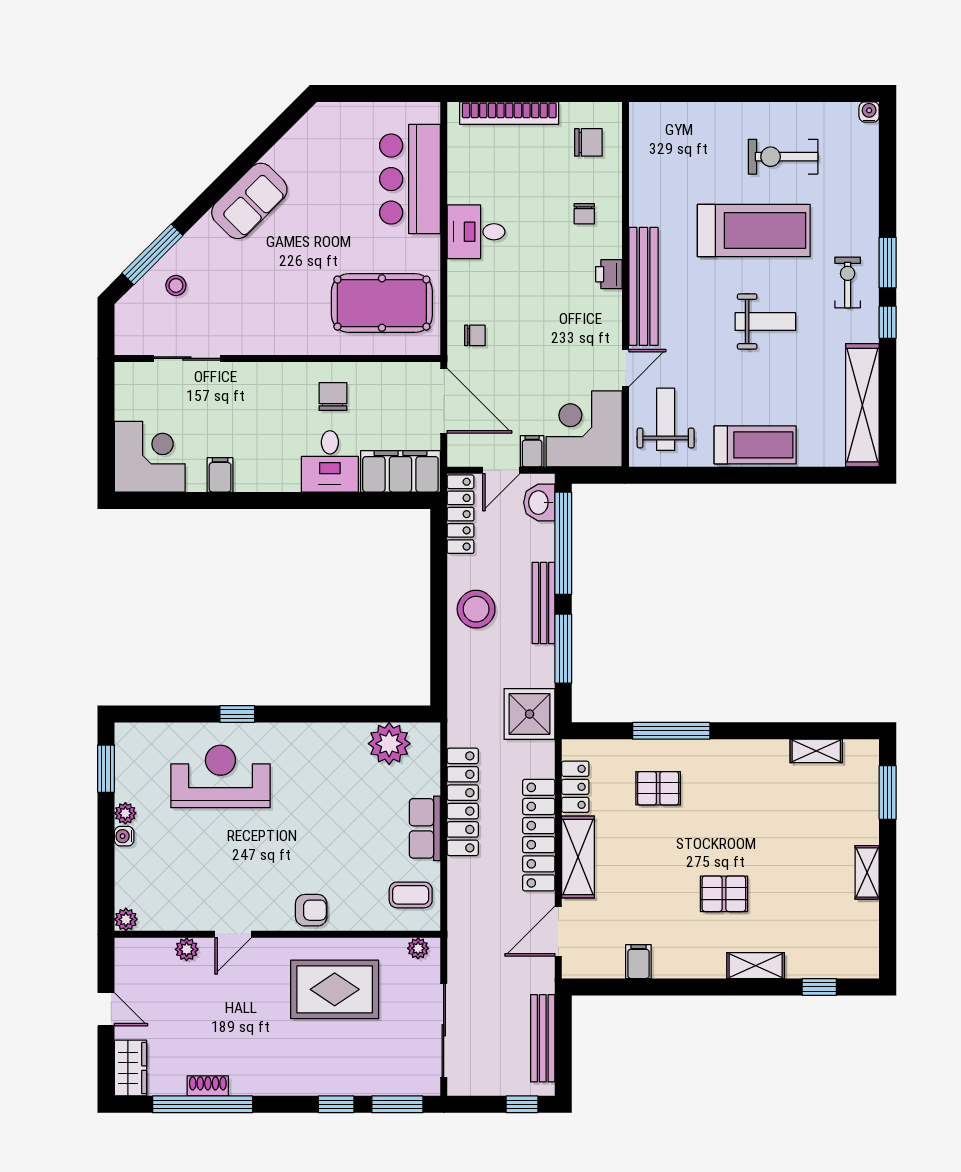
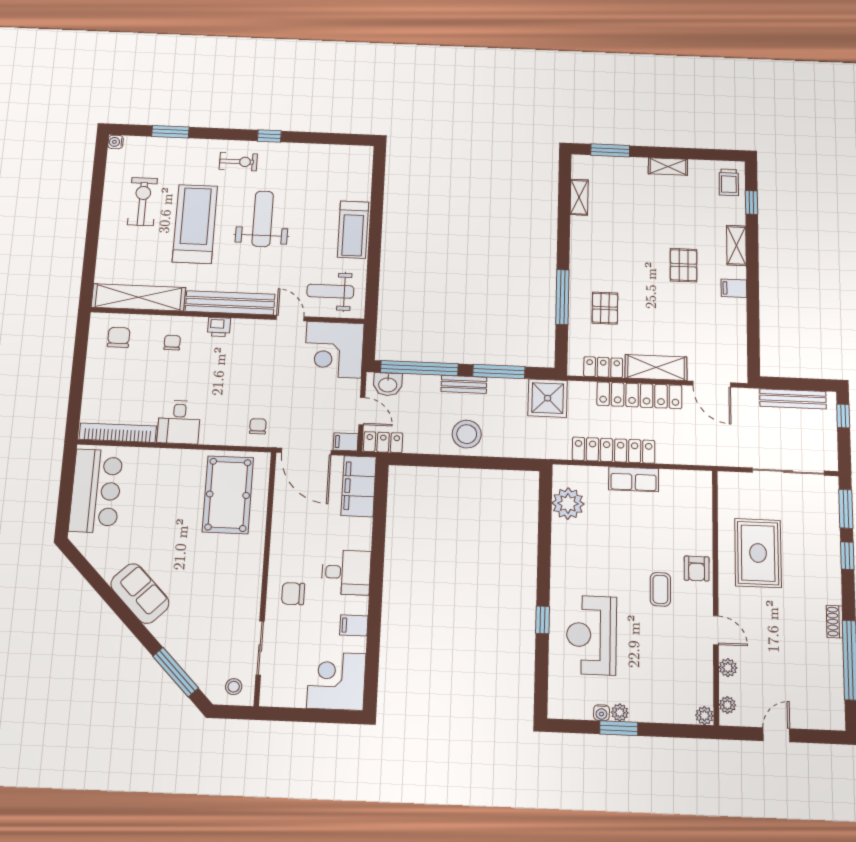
bookcase: (509, 113) -> (118, 433), moved, turned -90
exercise bike: (783, 157) -> (142, 202), turned 180
bar counter: (410, 179) -> (96, 491), moved, turned -90
chair: (584, 214) -> (172, 343), turned -90
window: (888, 263) -> (170, 132), moved
exercise bike: (848, 283) -> (238, 162), turned 180
stool: (176, 285) -> (234, 687), moved
weight bench: (765, 322) -> (263, 219), width x1.36, depth x1.33
chair: (333, 397) -> (293, 594), moved
door: (444, 401) -> (306, 451), swing flipped
shelving: (862, 405) -> (138, 297), moved
treadmill: (755, 445) -> (353, 230), turned 180
filing cabinet: (532, 451) -> (346, 442), moved
desk: (330, 461) -> (346, 572), moved
locker: (460, 514) -> (383, 442), width x0.66
bench: (544, 603) -> (464, 384), width x0.73
window: (106, 769) -> (619, 728), moved
water cooler: (124, 836) -> (601, 713), moved
coffee table: (411, 895) -> (660, 589), moved
armchair: (311, 910) -> (697, 569), turned 180
plant: (418, 948) -> (727, 705), moved
trolley: (848, 956) -> (729, 182), added
filing cabinet: (638, 962) -> (734, 288), moved
wardrobe: (131, 1068) -> (823, 717), removed
shoe rack: (208, 1086) -> (835, 622), moved

